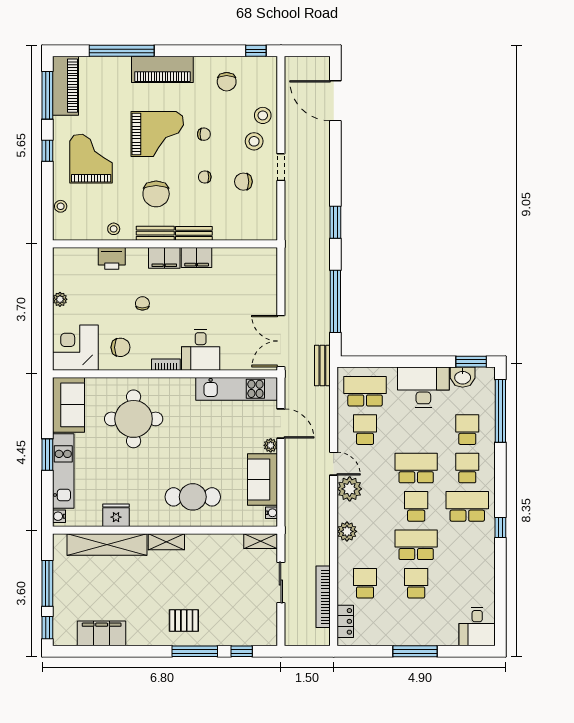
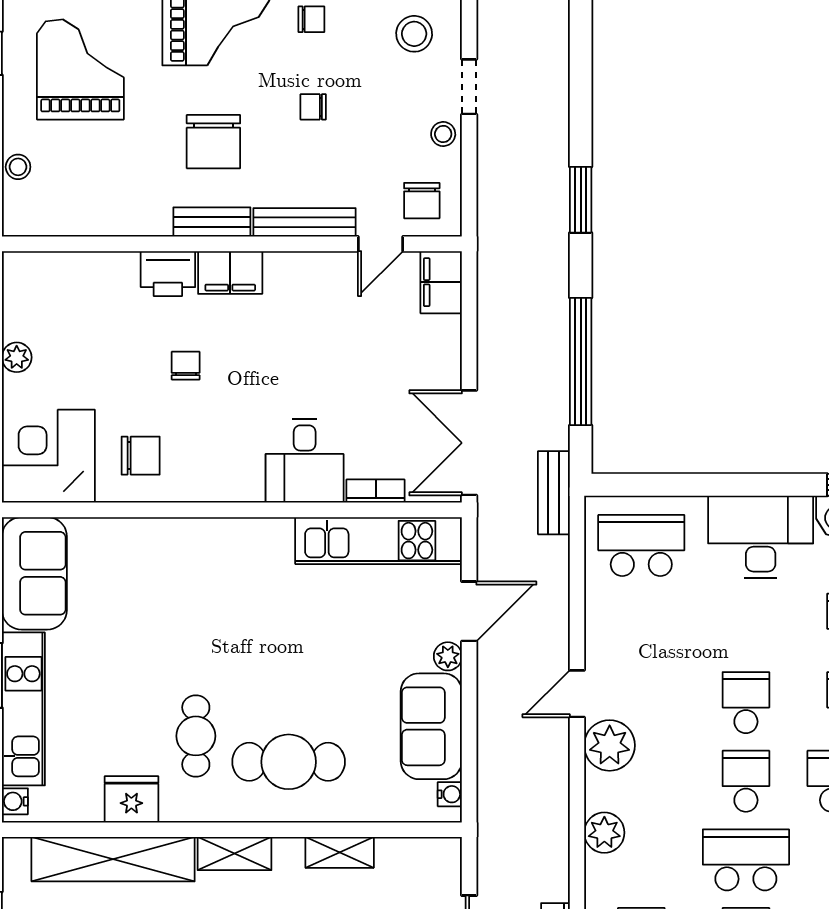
chair: (243, 182) -> (422, 201), moved, turned -90
stool: (114, 229) -> (443, 134), moved
bench: (194, 233) -> (305, 222), width x1.36
door: (238, 244) -> (380, 244), added
printer: (112, 258) -> (168, 274), moved
filing cabinet: (197, 258) -> (441, 282), moved, turned 90
bookcase: (166, 365) -> (376, 491), moved
round table: (134, 419) -> (167, 602), removed
door: (281, 423) -> (469, 611), hinge flipped
school desk: (365, 430) -> (641, 624), removed
door: (334, 464) -> (577, 694), swing flipped
school desk: (416, 468) -> (746, 703), width x0.54
cafe table: (147, 484) -> (196, 736), added
shelving: (261, 541) -> (340, 852), moved

